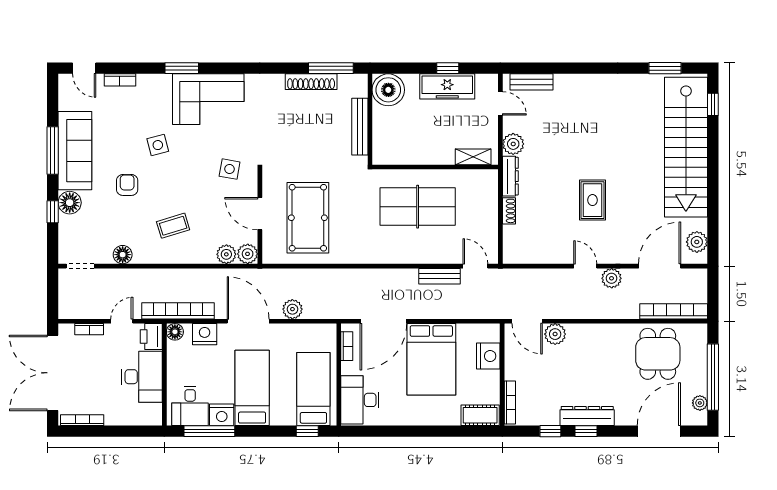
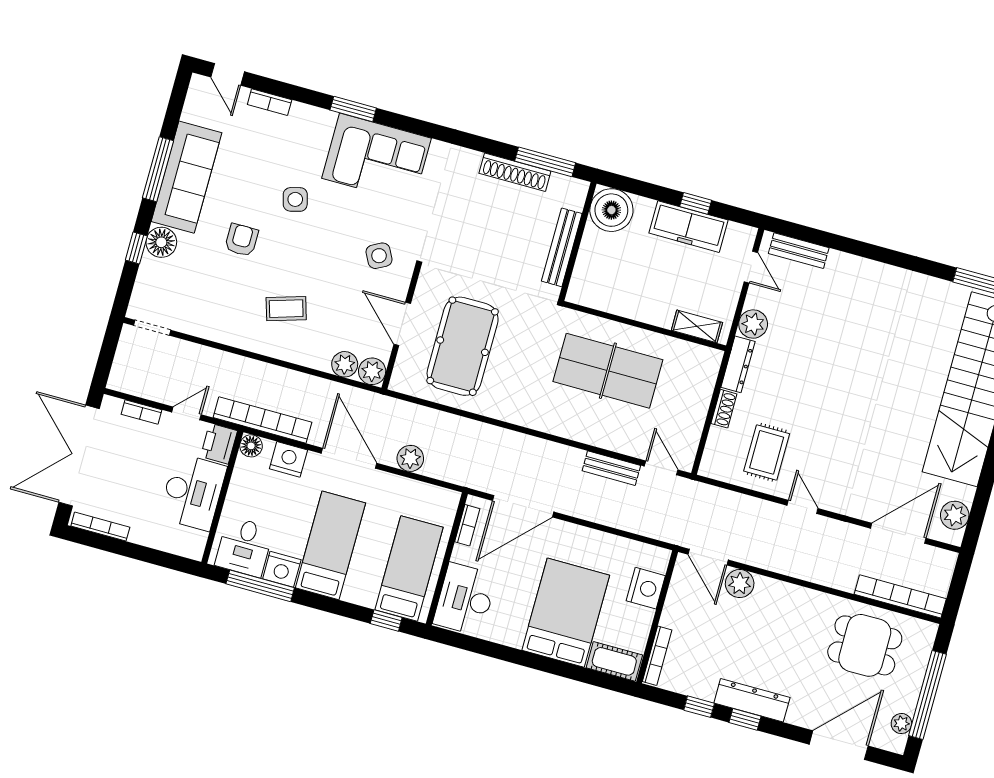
side table: (230, 169) -> (379, 256), turned -38
rug: (592, 200) -> (767, 452), moved
floor lamp: (123, 255) -> (211, 328), removed
plant: (612, 278) -> (832, 532), removed
dining table: (658, 354) -> (865, 645), turned 90
bed: (431, 359) -> (566, 613), moved, turned 180

